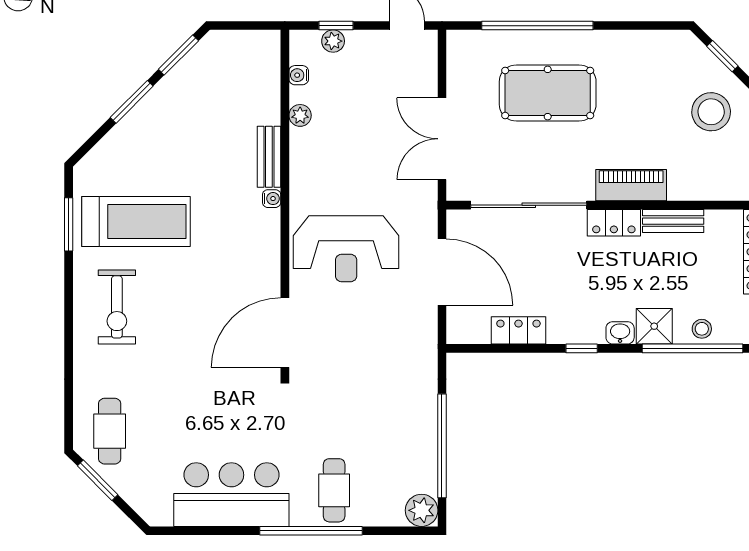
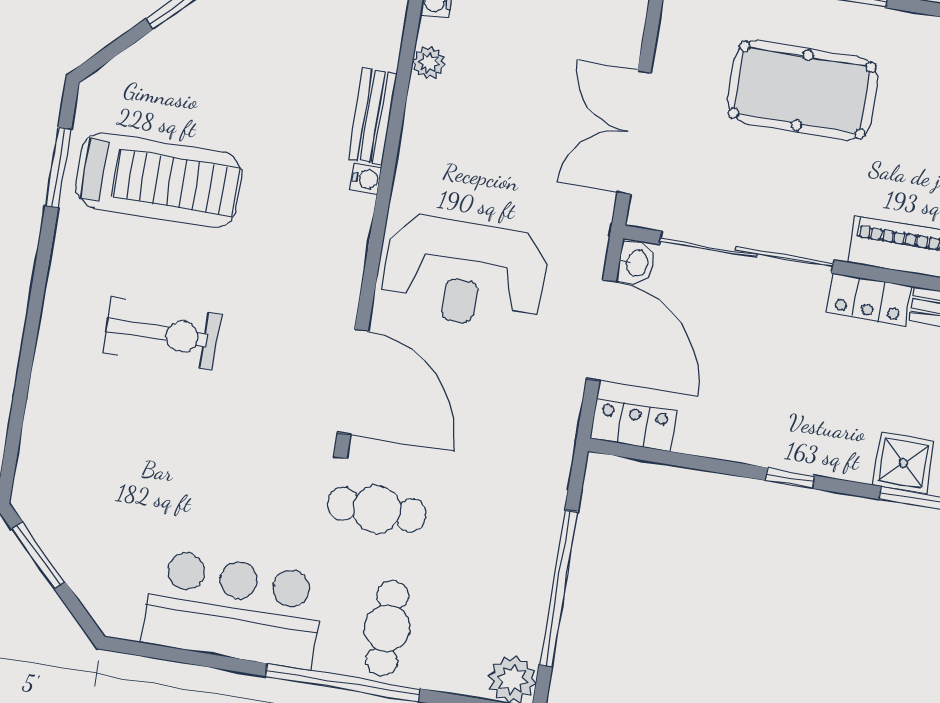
exercise bike: (117, 307) -> (162, 333), moved, turned -90
locker: (518, 330) -> (633, 425), moved
door: (285, 333) -> (353, 382), swing flipped
washbasin: (620, 333) -> (636, 263), moved, turned 90
cafe table: (110, 431) -> (377, 509), moved, turned 90

